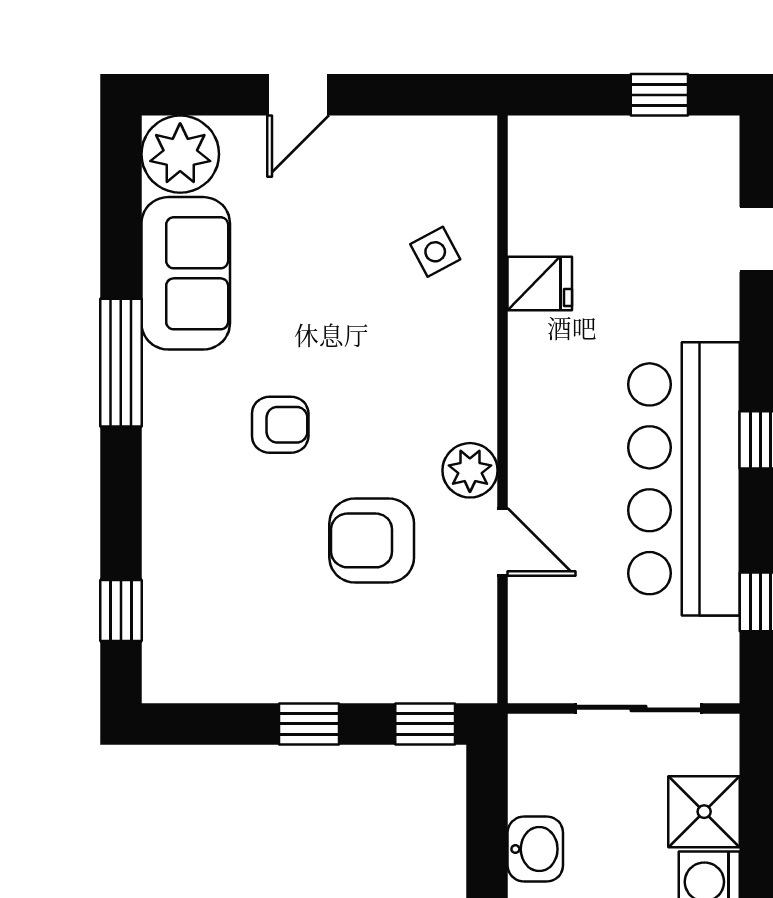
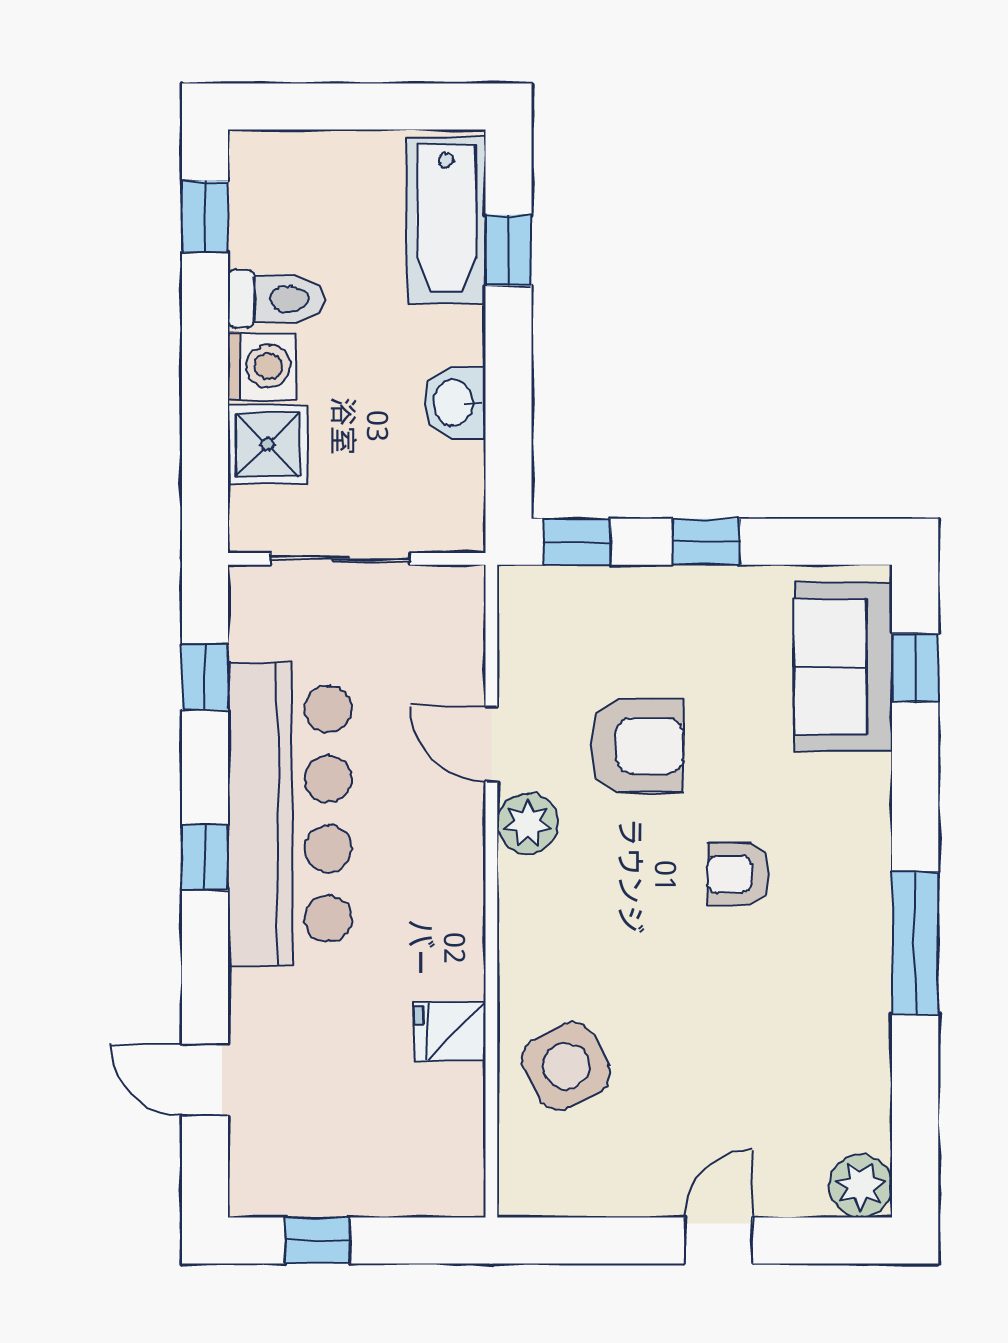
plant: (180, 154) -> (861, 1186), width x0.73, depth x0.73
side table: (435, 252) -> (566, 1066), width x1.87, depth x1.87
sofa: (186, 273) -> (843, 667), moved

